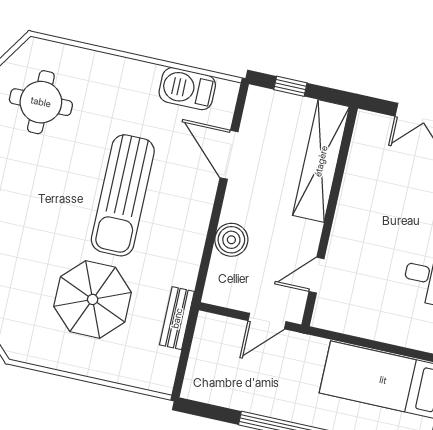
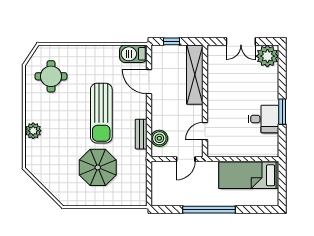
barbecue: (187, 89) -> (133, 54), moved
boiler: (231, 240) -> (159, 138), moved
bench: (177, 318) -> (141, 134), moved

